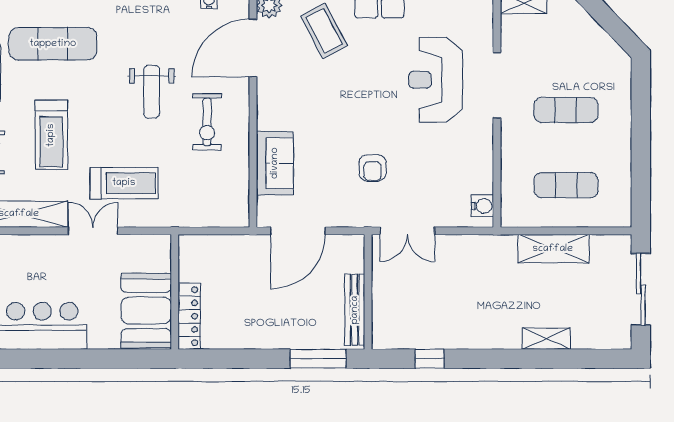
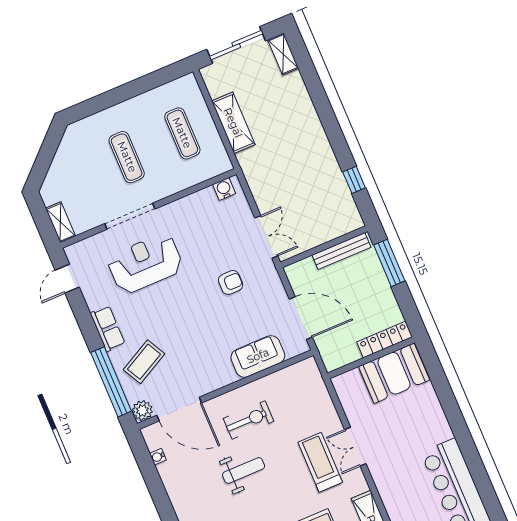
reception desk: (436, 80) -> (145, 263), turned 180
double door: (93, 231) -> (355, 447), moved
wall: (175, 292) -> (371, 358), moved
booth: (146, 311) -> (394, 373), moved
locker: (189, 316) -> (385, 339), moved
shelving: (546, 339) -> (283, 54), moved

